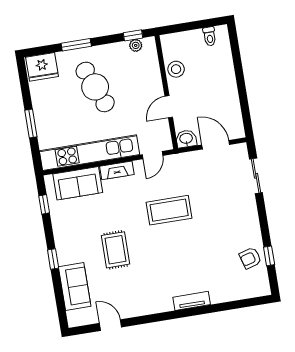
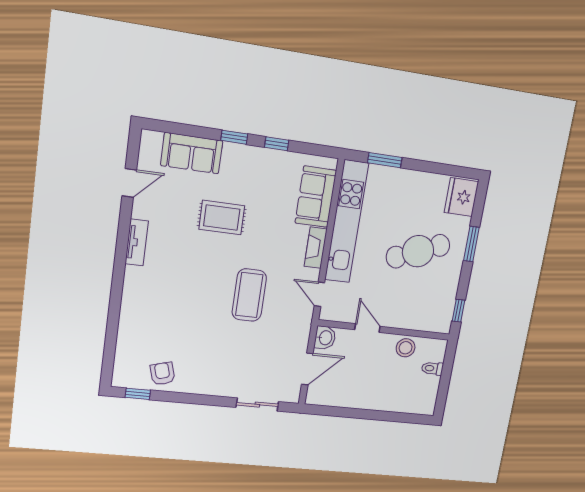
toilet: (210, 36) -> (432, 368), moved
plant: (136, 45) -> (447, 311), removed
window: (31, 123) -> (385, 160), moved
window: (44, 204) -> (277, 144), moved
window: (269, 256) -> (138, 394), moved
tv unit: (192, 301) -> (137, 242), moved

